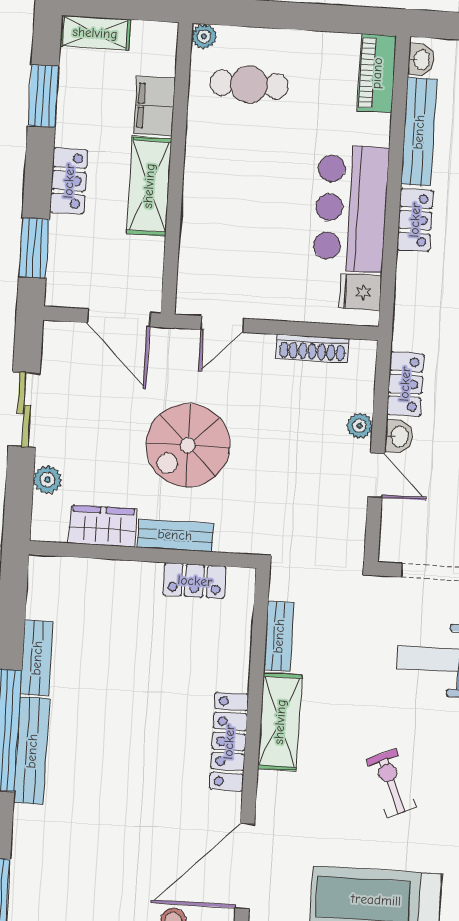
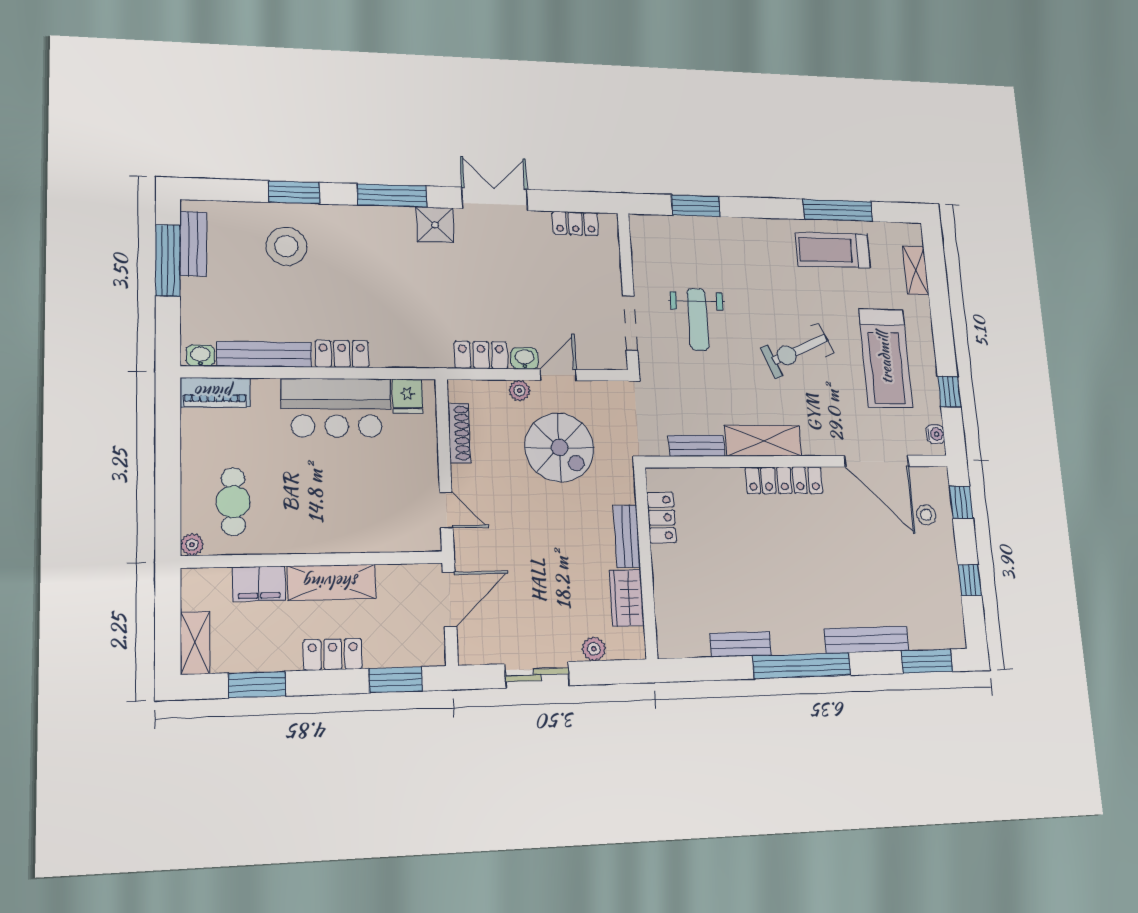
spiral stairs: (188, 445) -> (559, 447), moved
bench: (32, 751) -> (866, 640), moved
exercise bike: (391, 783) -> (797, 351), width x1.38, depth x1.39

